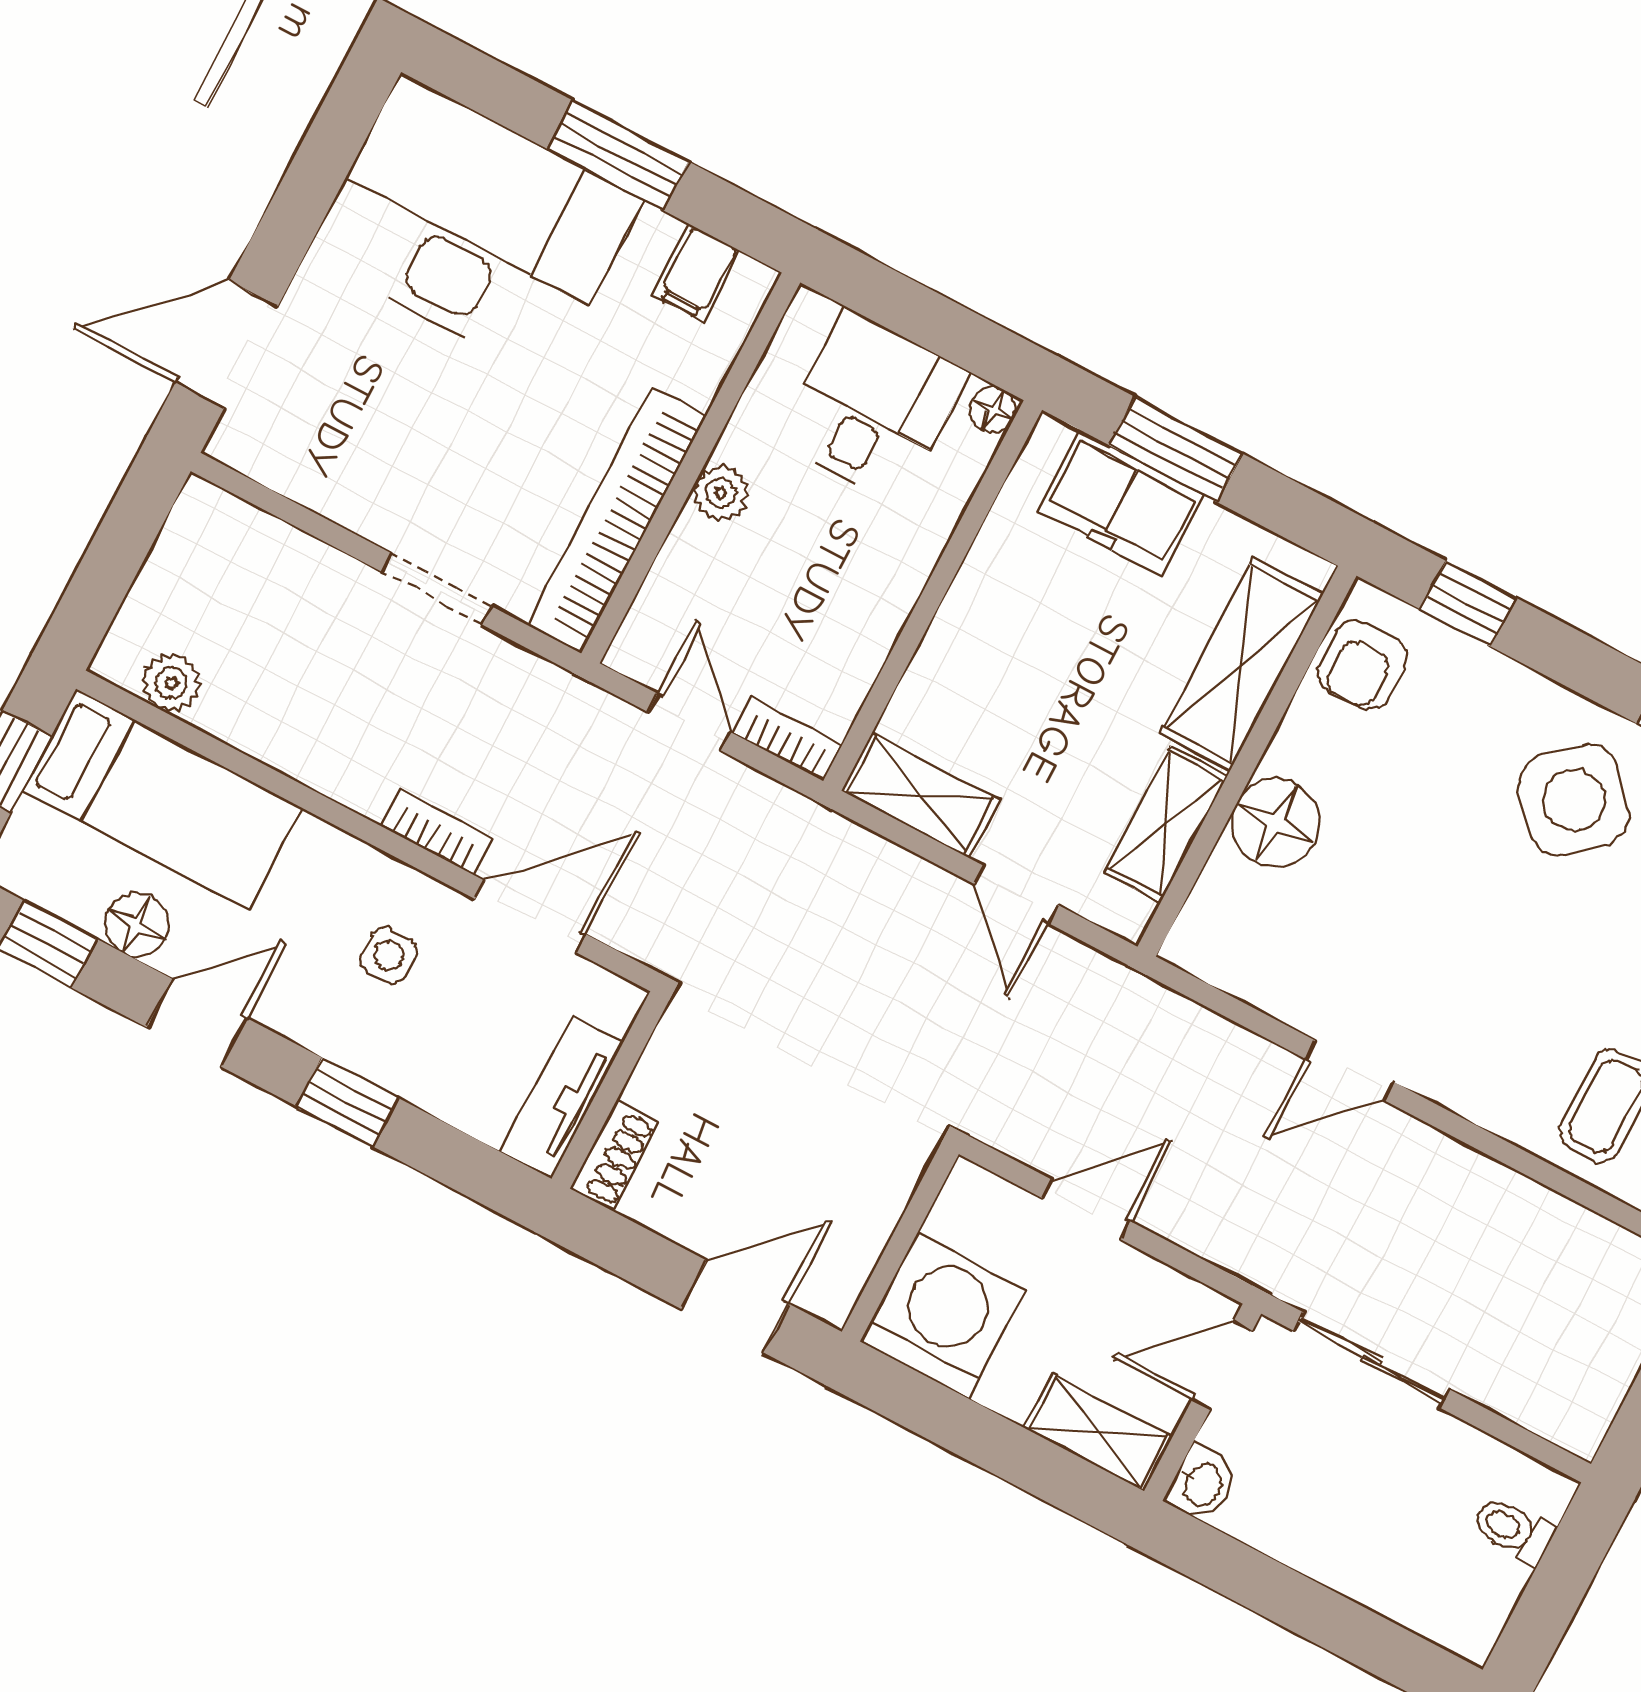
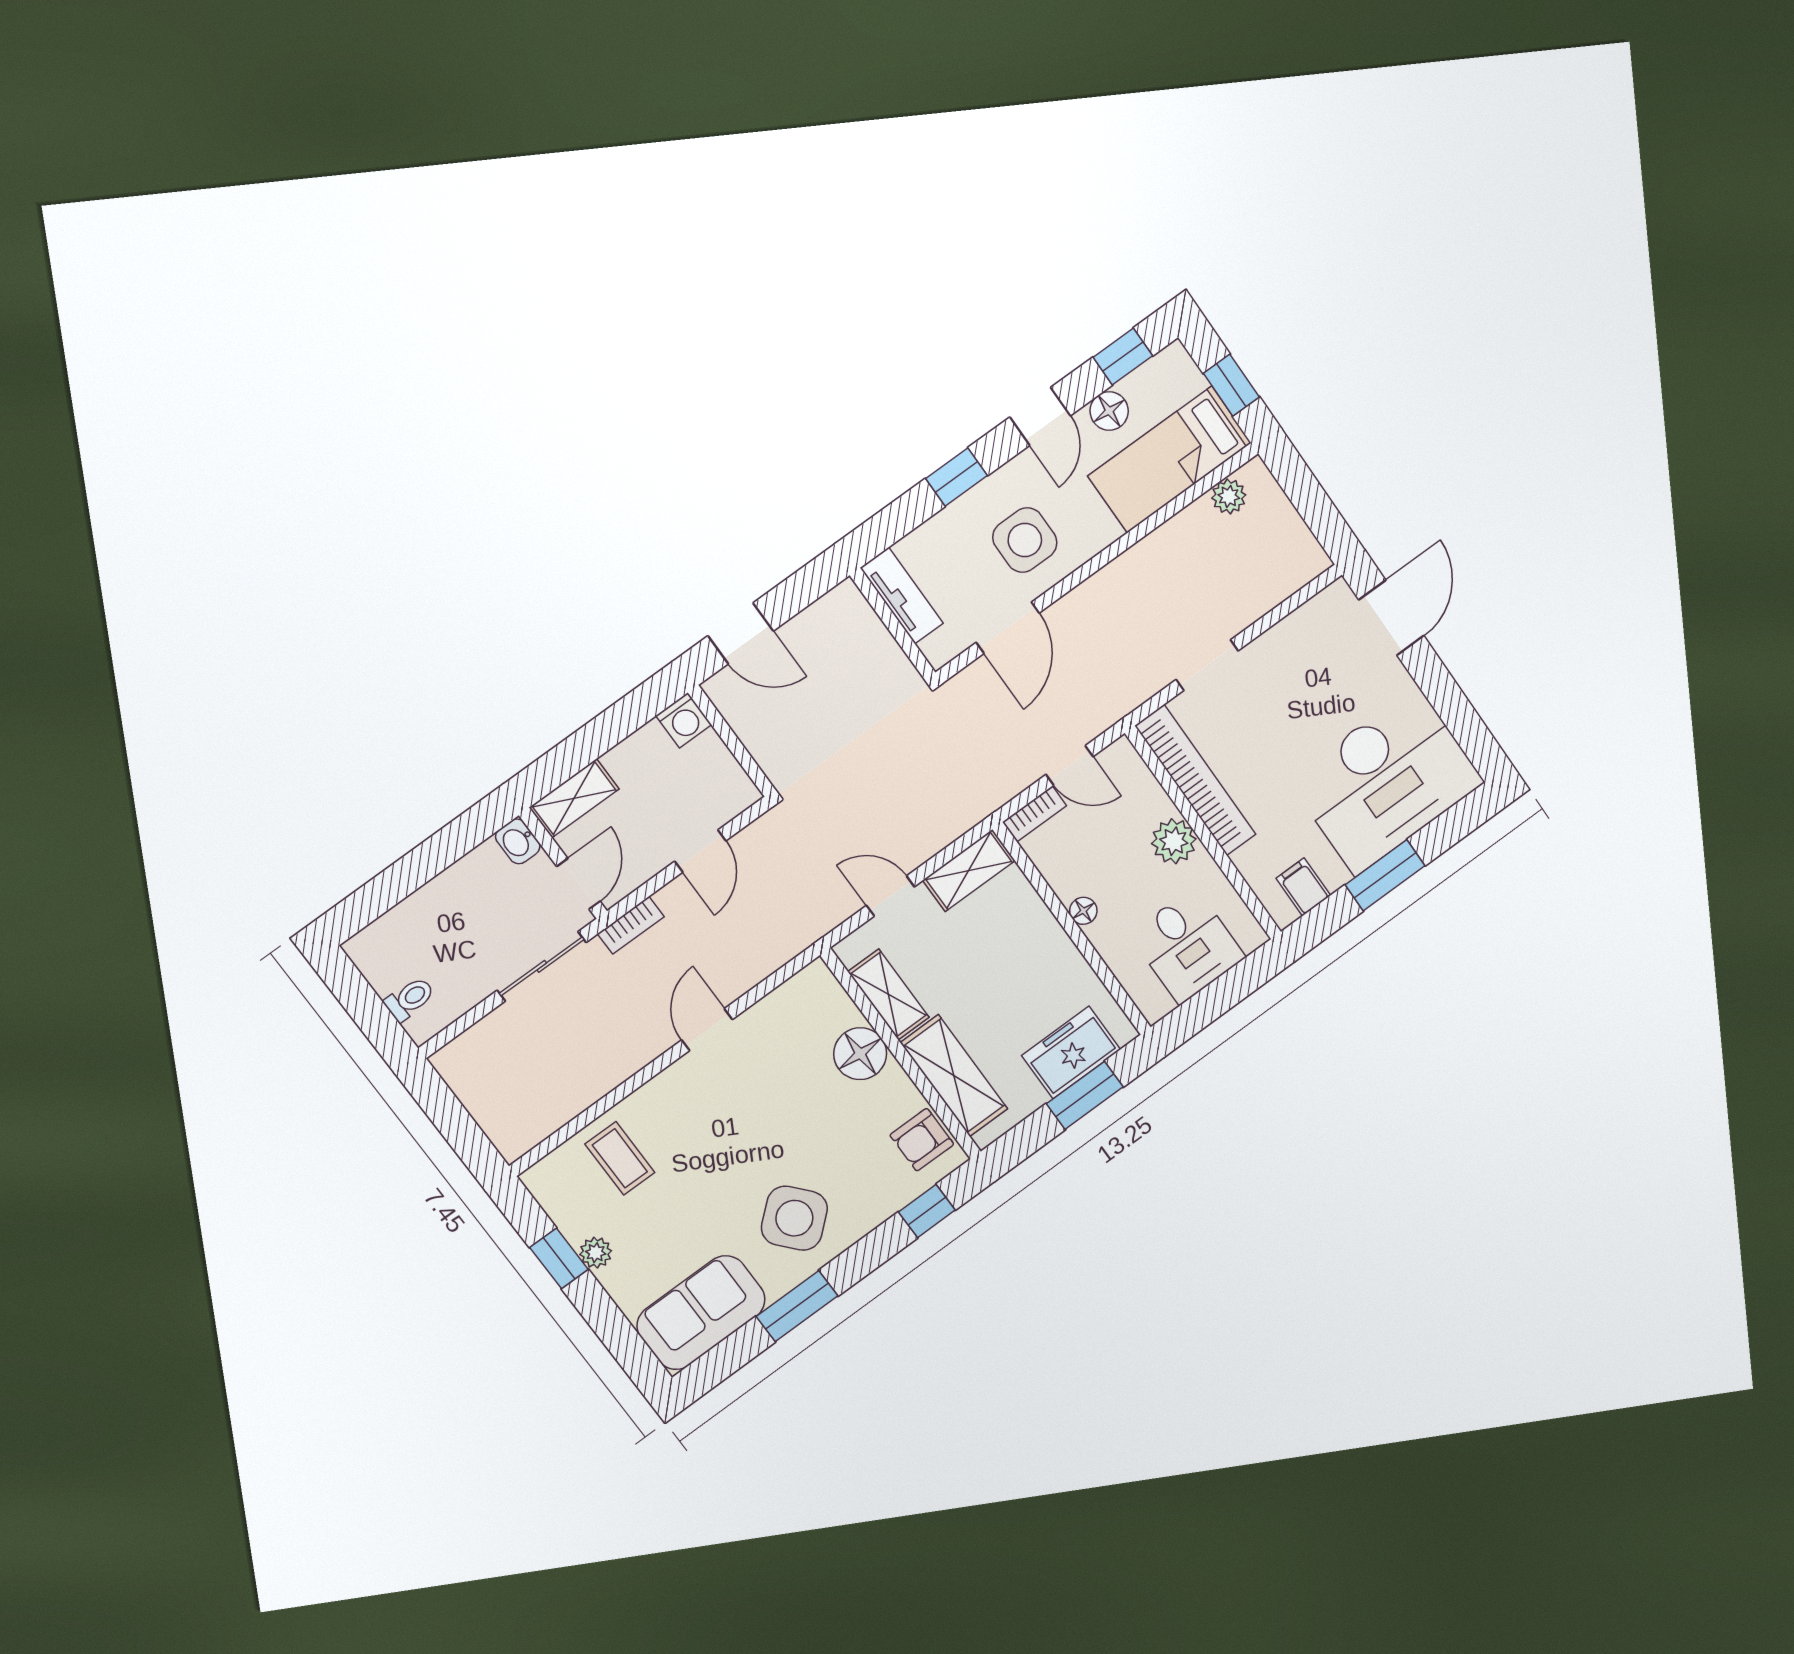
floor lamp: (993, 410) -> (1083, 911), moved
plant: (721, 493) -> (1174, 841), width x1.38, depth x1.38
armchair: (1362, 665) -> (922, 1140), turned -90
bookcase: (437, 832) -> (631, 925), moved
side table: (389, 955) -> (1025, 540), width x1.87, depth x1.87
shoe rack: (614, 1156) -> (856, 609), removed
door: (735, 1306) -> (741, 633), hinge flipped
washing machine: (943, 1316) -> (684, 720), width x0.53, depth x0.53

